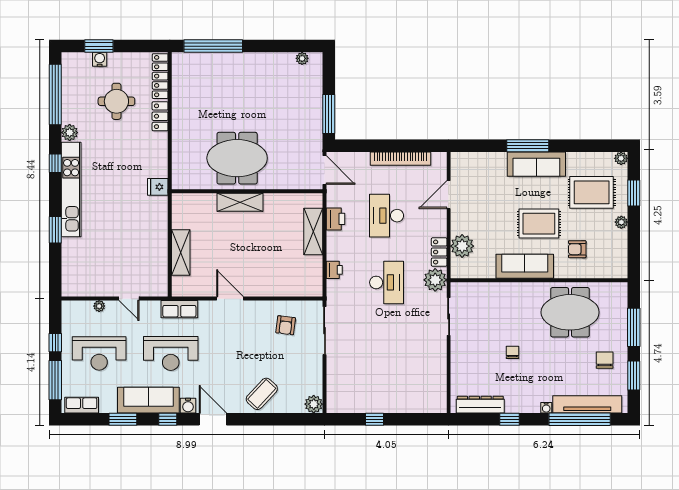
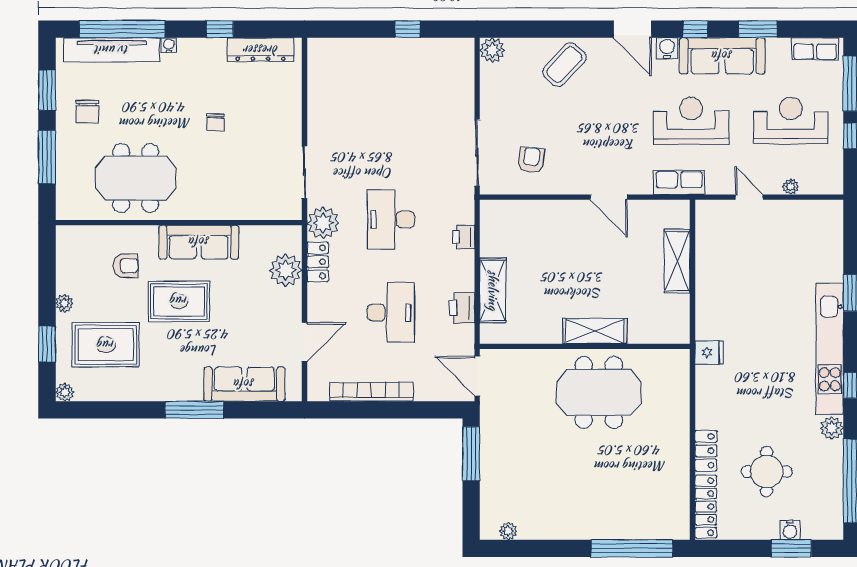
sofa: (536, 164) -> (244, 384), moved

